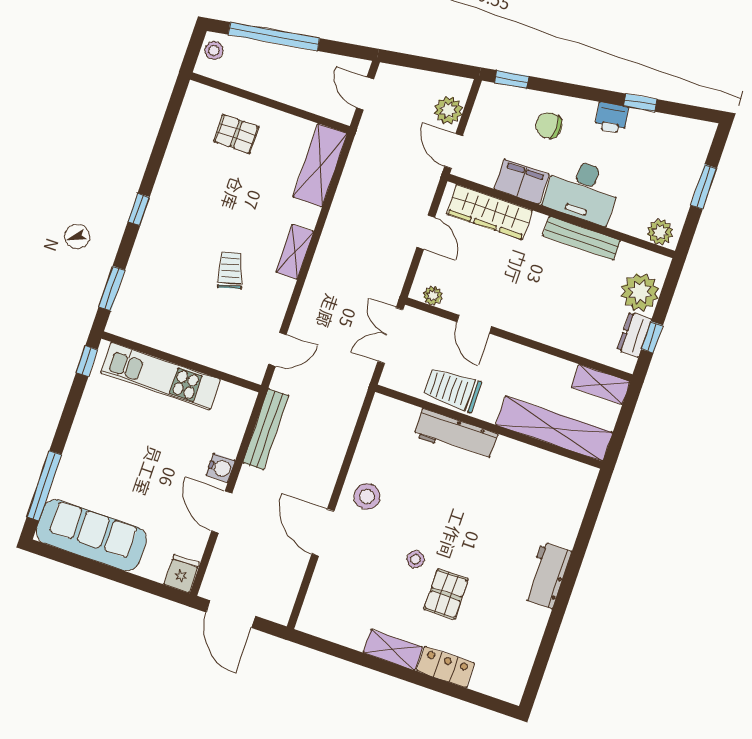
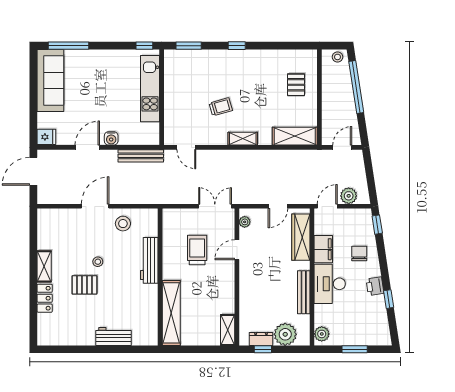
wall: (489, 427) -> (160, 277), moved
shelving: (554, 429) -> (171, 313), moved
workbench: (455, 435) -> (149, 260), moved

